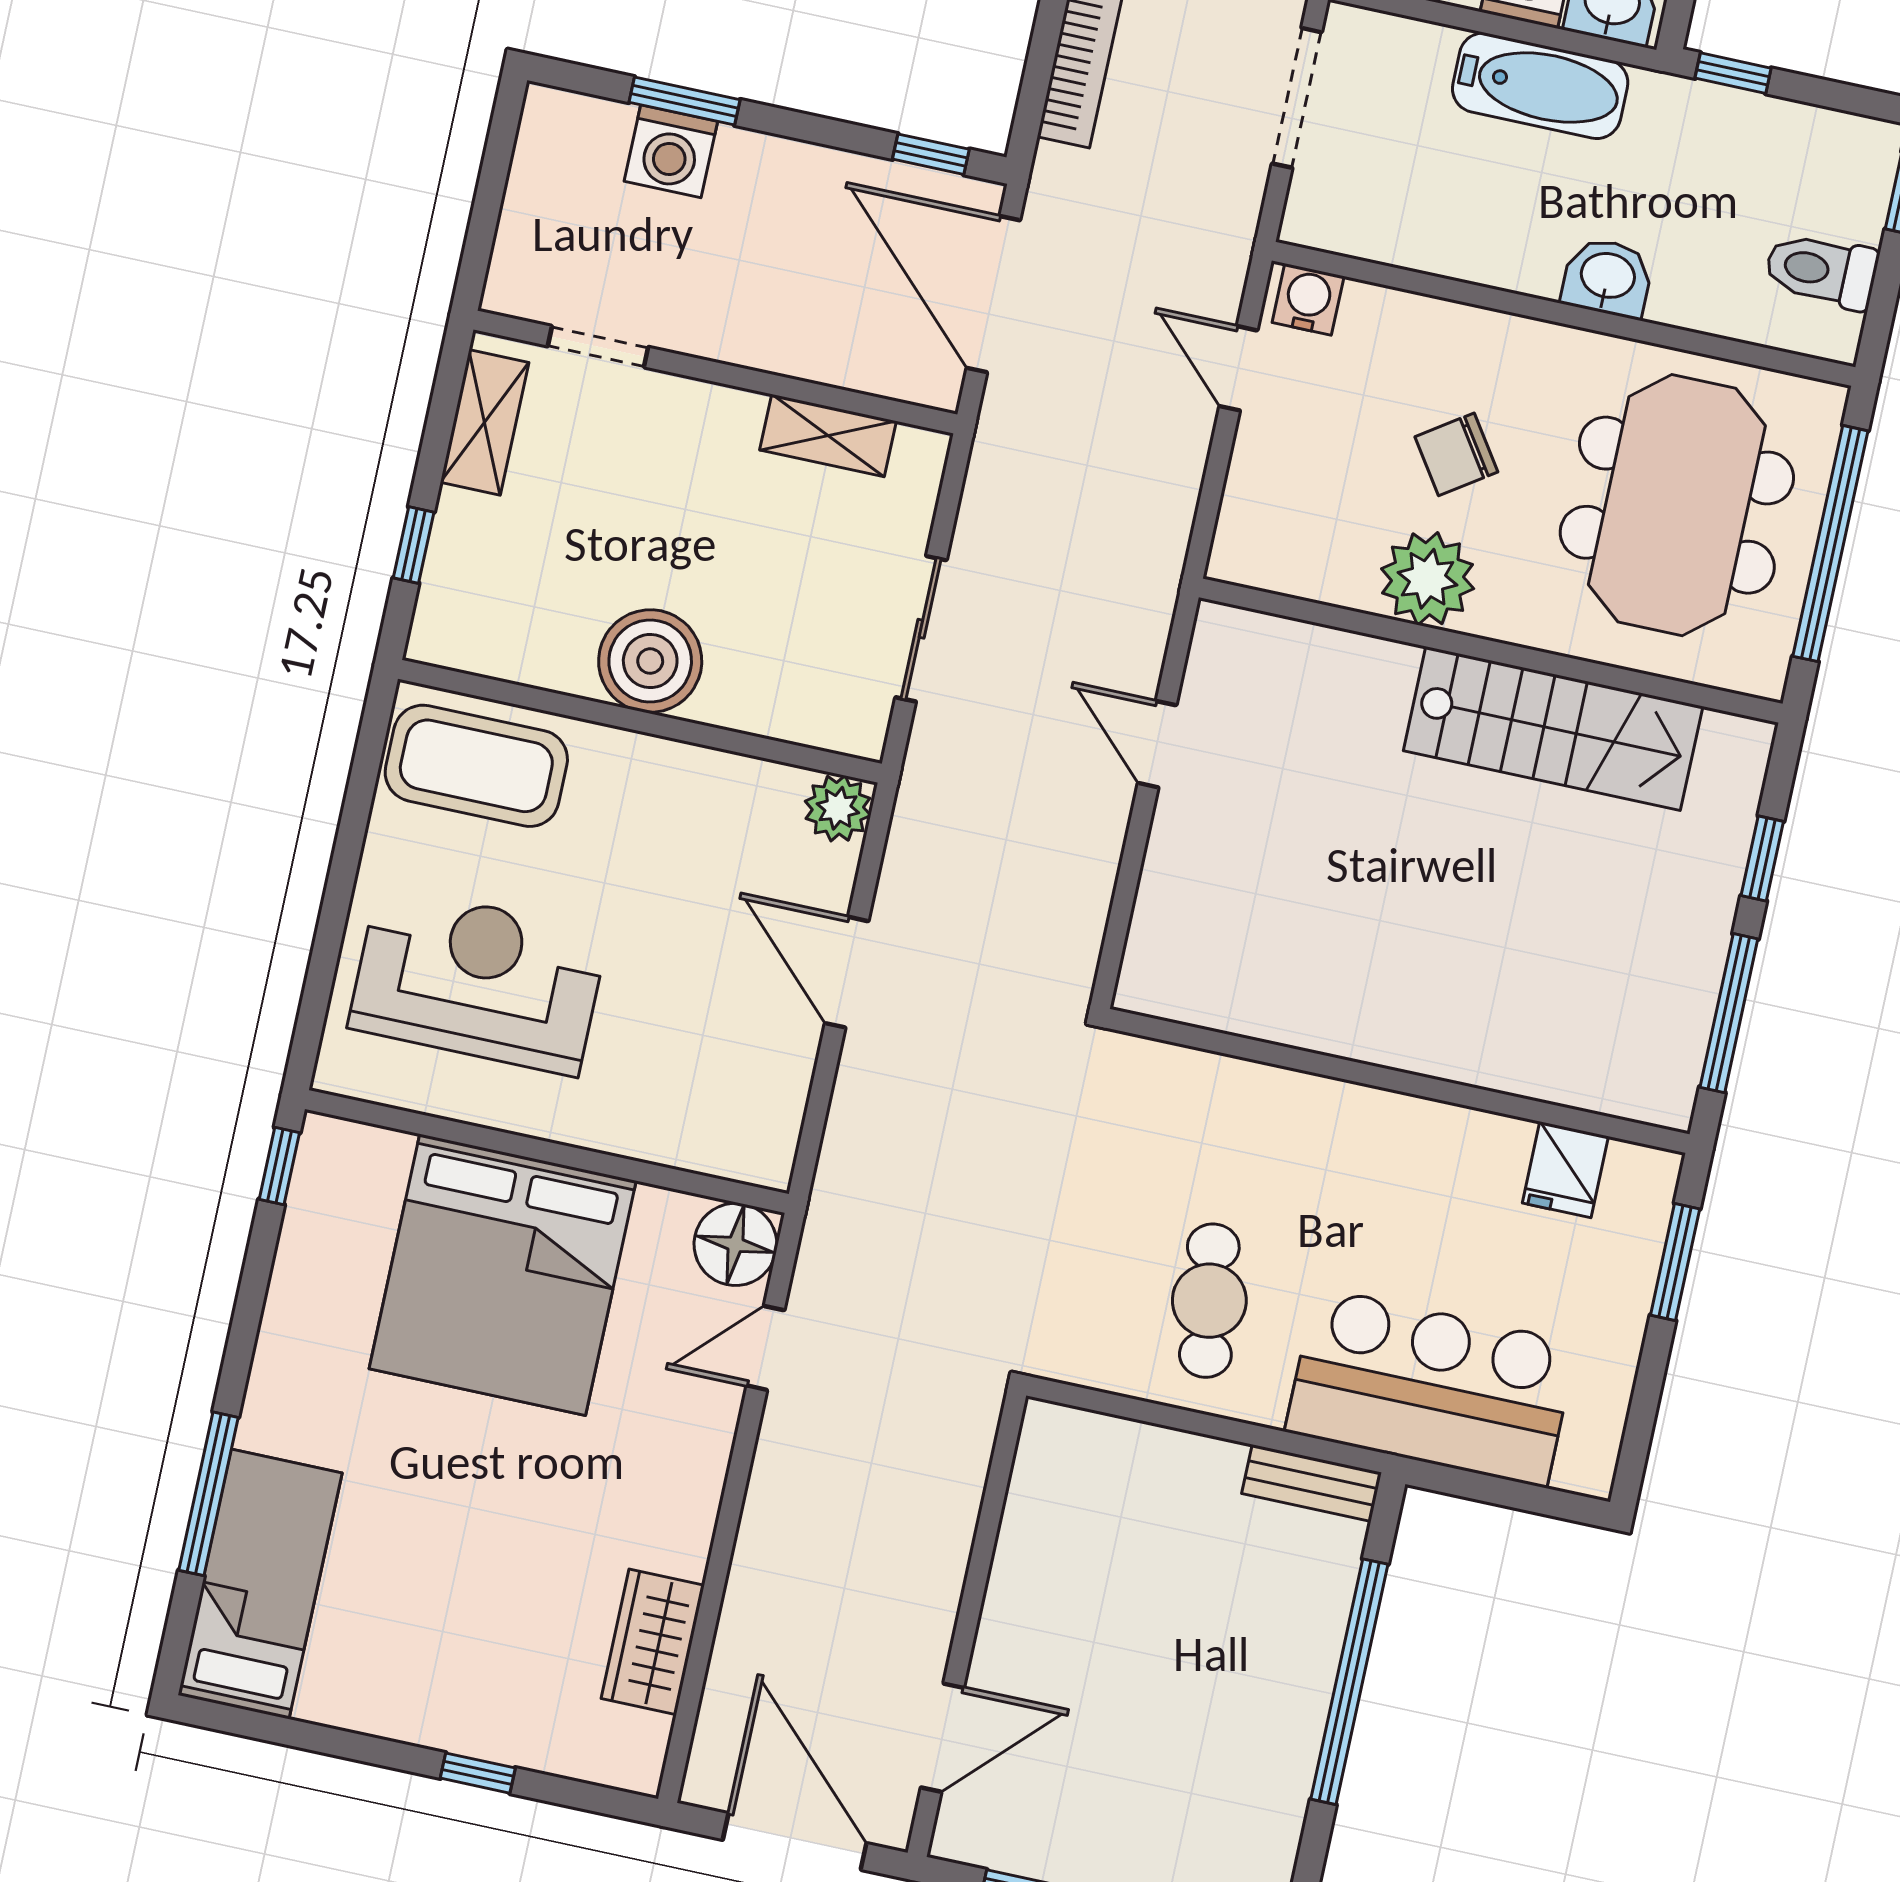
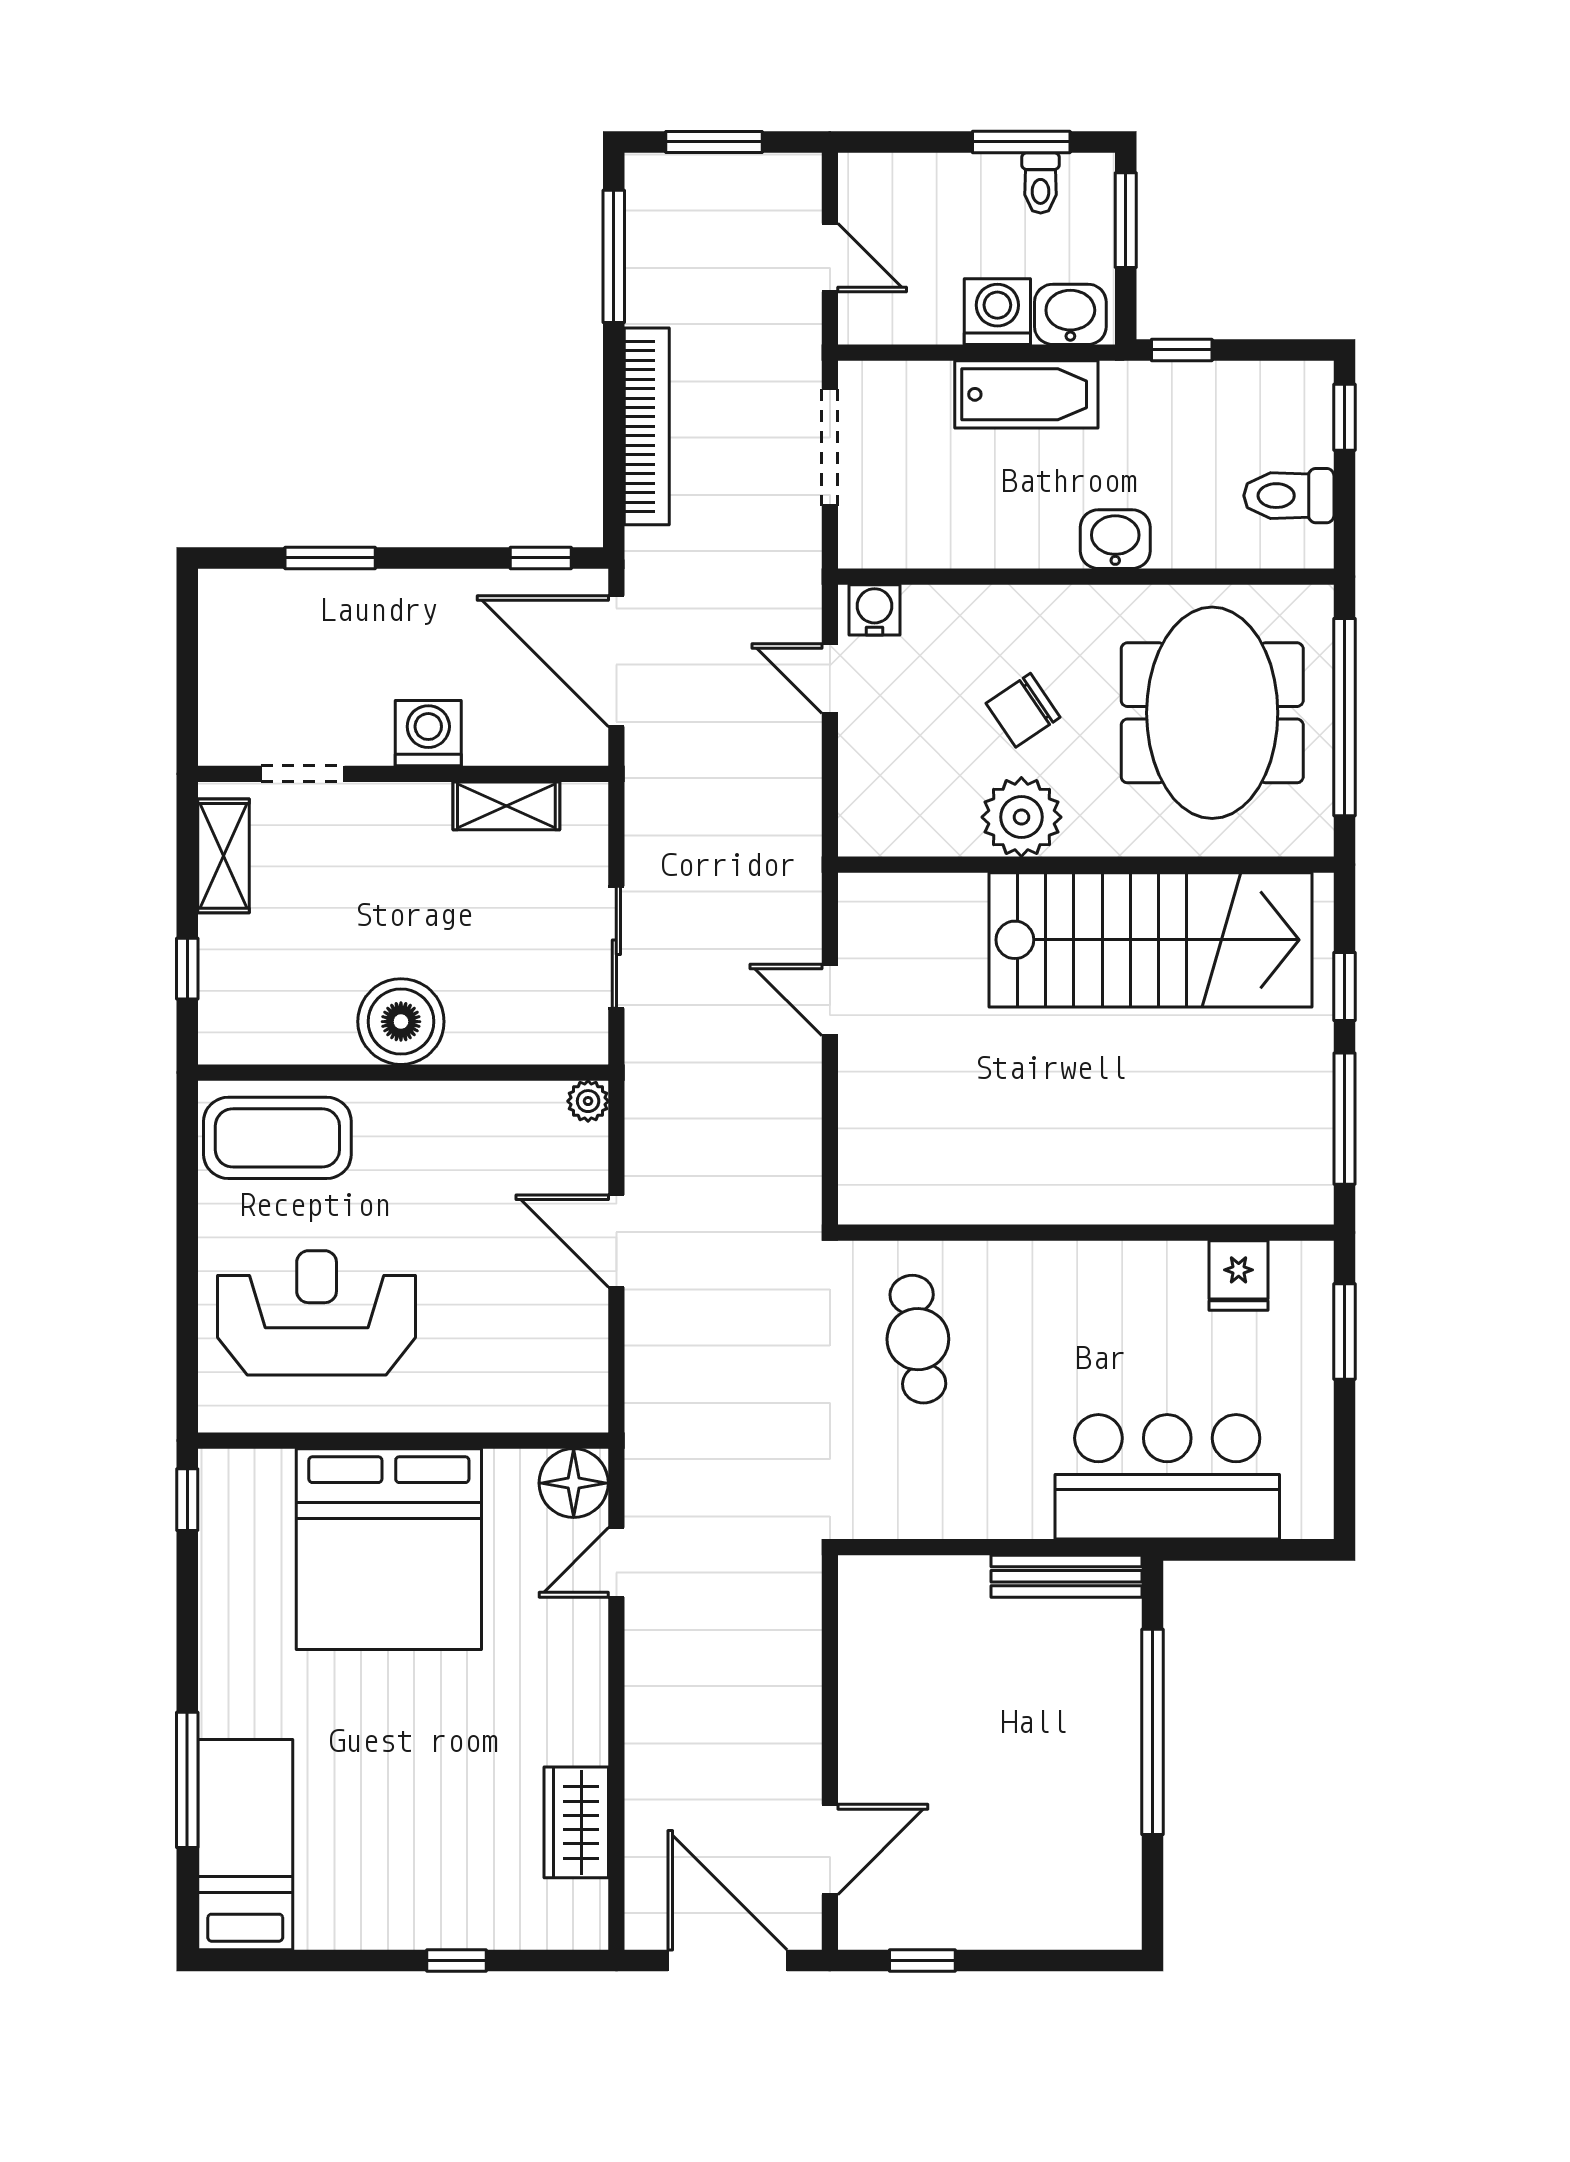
washing machine: (671, 151) -> (428, 733), moved, turned 180
stairs: (1553, 729) -> (1150, 940), width x1.36, depth x1.51
plant: (838, 808) -> (588, 1101), width x0.73, depth x0.73
cafe table: (1209, 1301) -> (918, 1339), moved
bench: (1312, 1483) -> (1066, 1576), width x1.36

